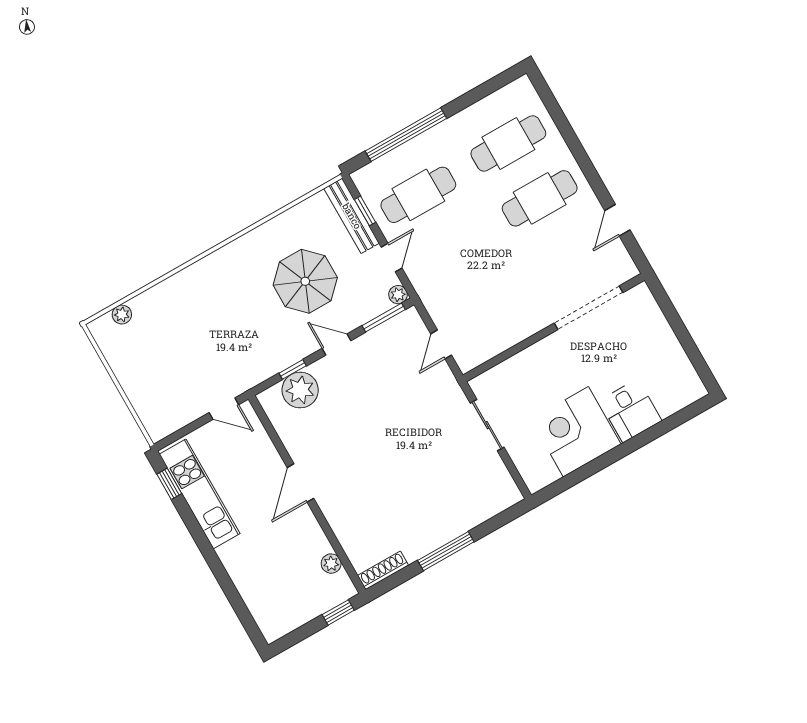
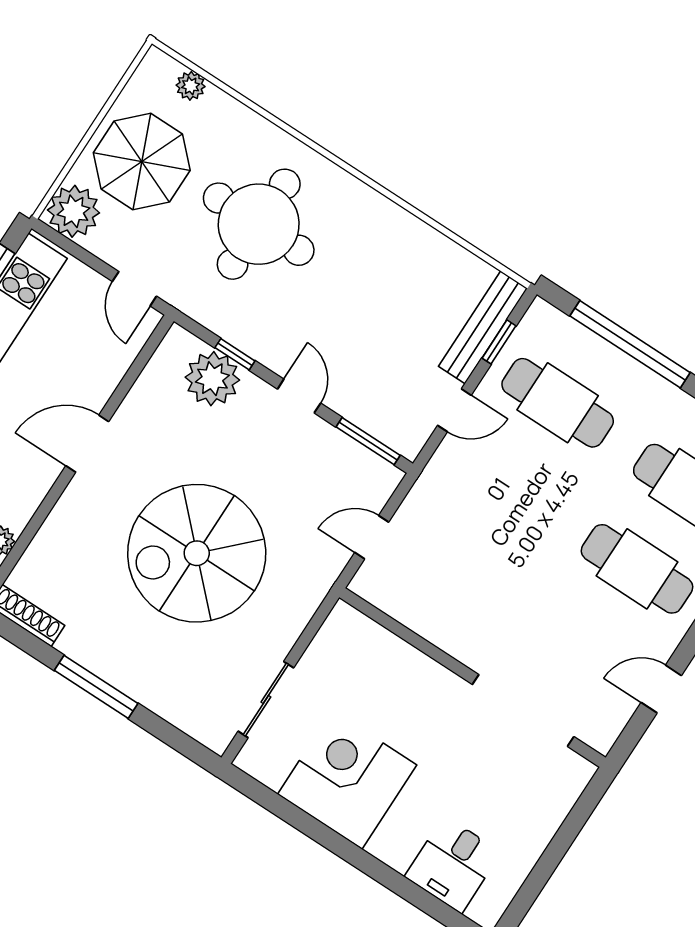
parasol: (305, 281) -> (142, 162), moved
plant: (398, 295) -> (74, 211), moved, width x1.88, depth x1.88
round table: (223, 316) -> (259, 224), added
desk: (630, 411) -> (453, 864), moved
sliding door: (487, 425) -> (266, 700), moved
spiral stairs: (398, 452) -> (197, 553), added

